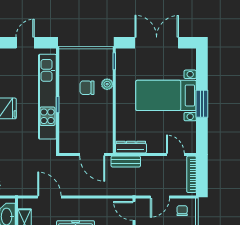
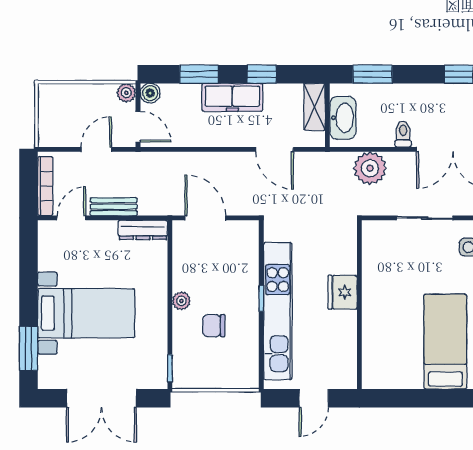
plant: (107, 84) -> (181, 301), moved
chair: (87, 88) -> (214, 326), turned 180
window: (202, 104) -> (28, 348), moved
door: (175, 155) -> (71, 218), swing flipped
bench: (126, 161) -> (114, 207), moved
chair: (182, 211) -> (60, 127), removed

